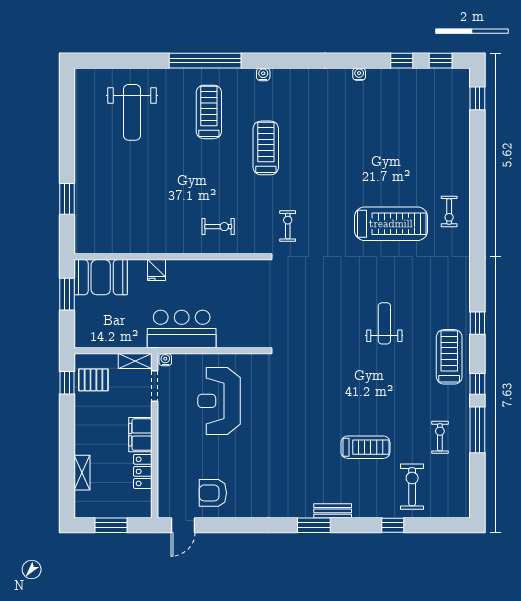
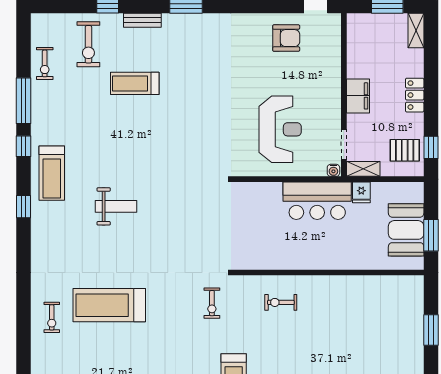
exercise bike: (449, 211) -> (52, 317), turned 180
fridge: (157, 270) -> (361, 192), moved, turned 180
booth: (101, 277) -> (406, 230), moved, turned 90
weight bench: (384, 323) -> (116, 206), turned -90
exercise bike: (440, 437) -> (45, 63), moved
locker: (143, 471) -> (415, 95), moved, turned 180
shelving: (82, 473) -> (416, 31), moved
bench: (333, 511) -> (142, 20), moved

